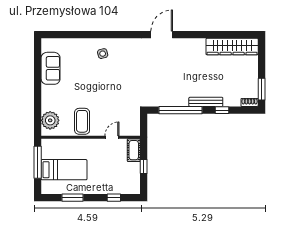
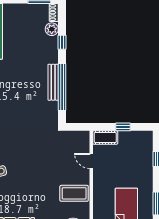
plant: (234, 101) -> (52, 29), added
bench: (206, 102) -> (53, 82), moved

